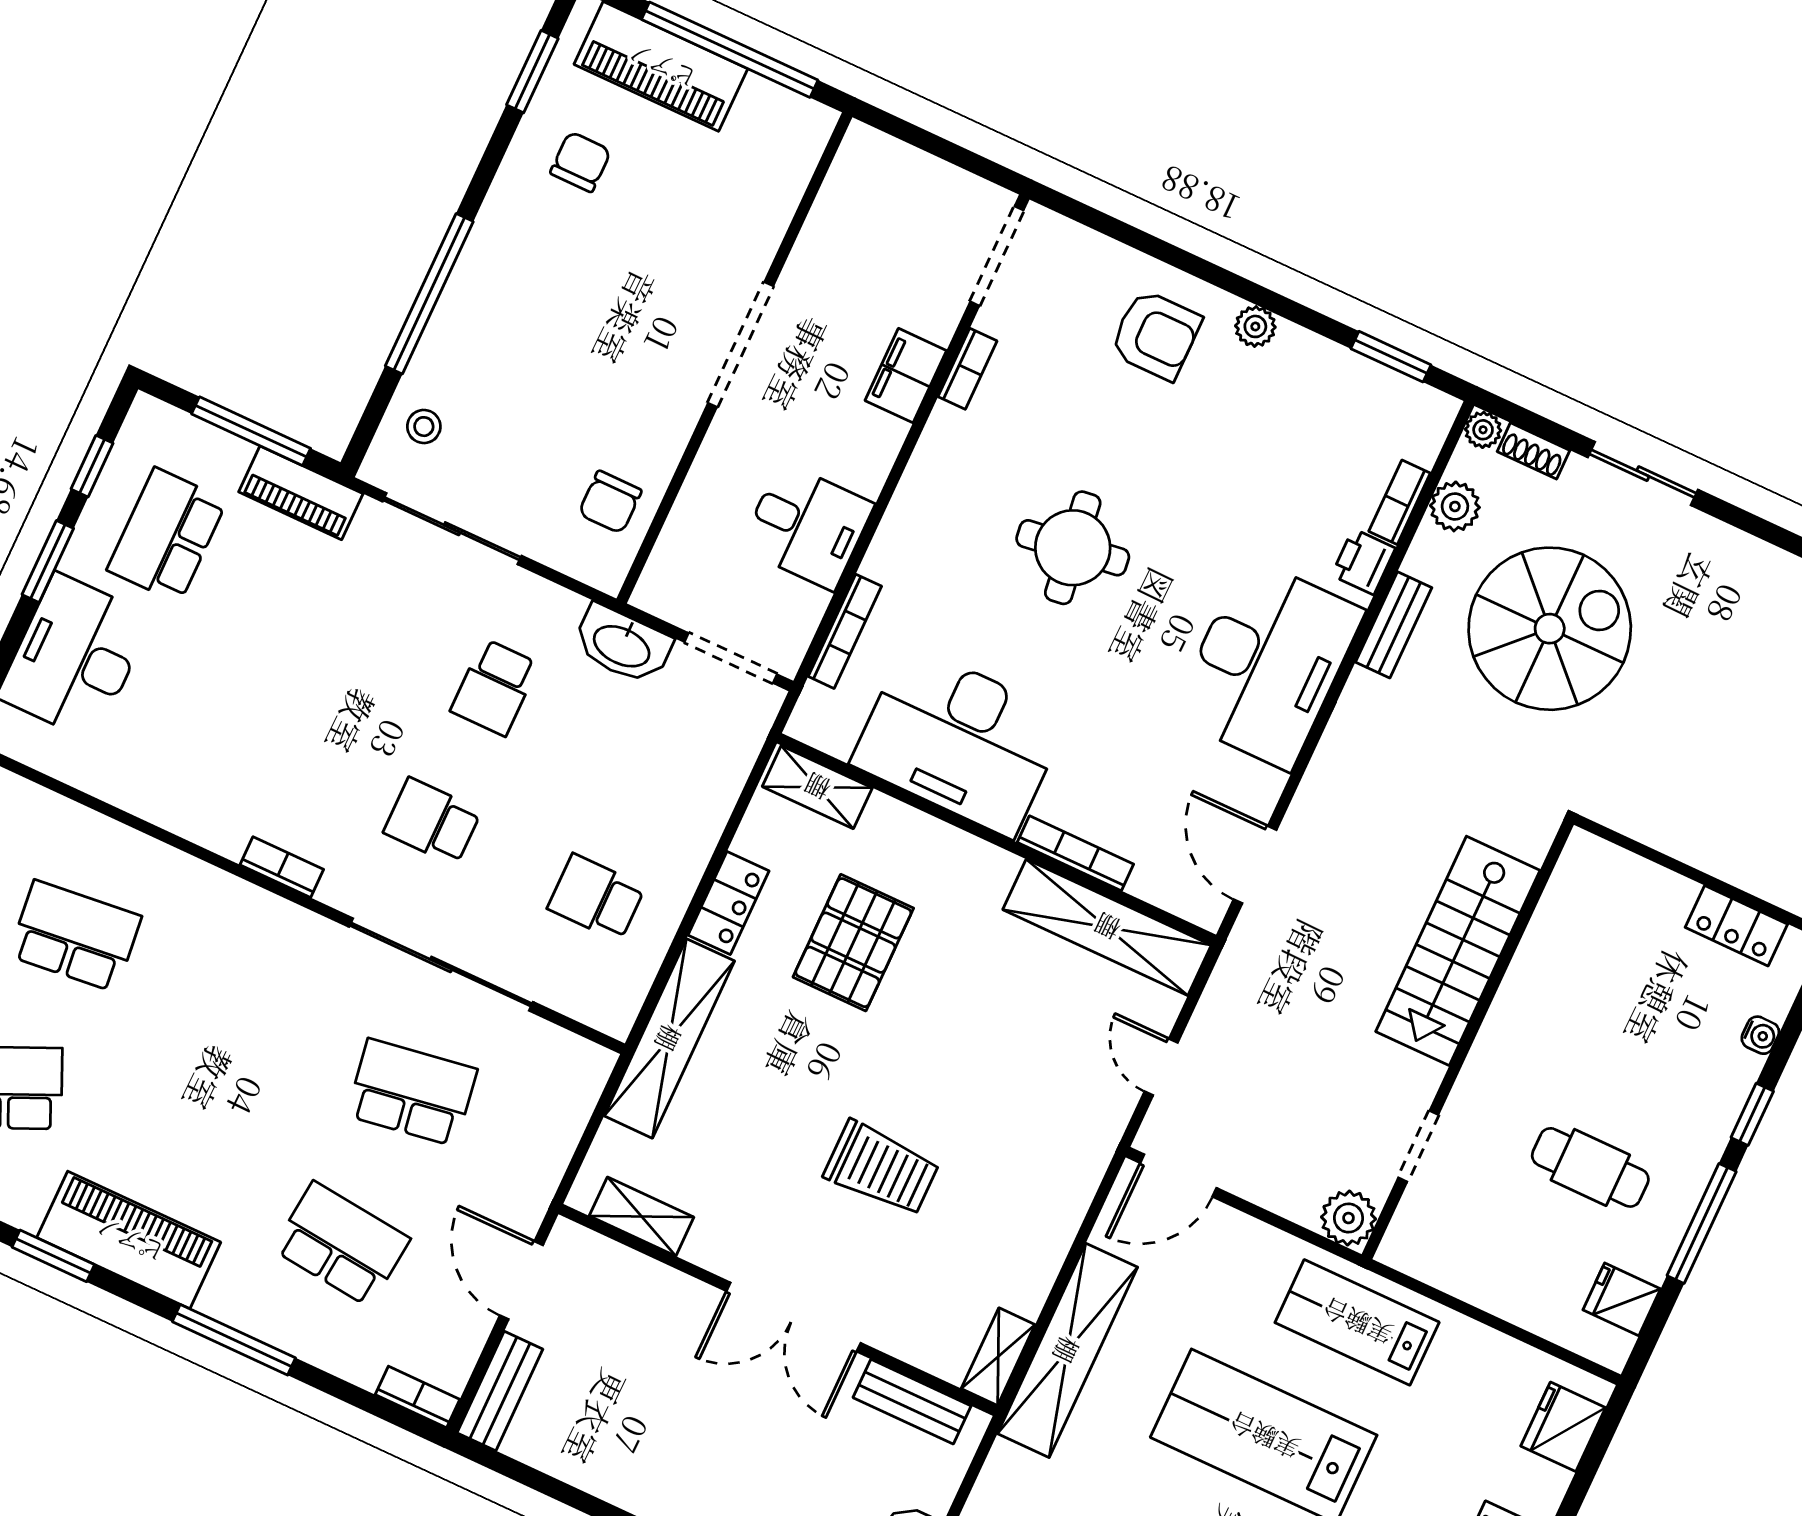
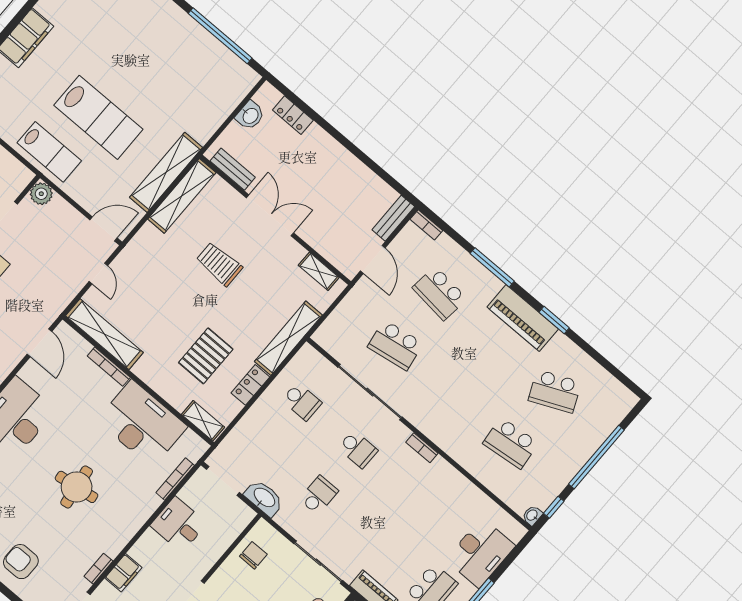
shelving: (998, 1357) -> (182, 196), width x2.20, depth x1.33

